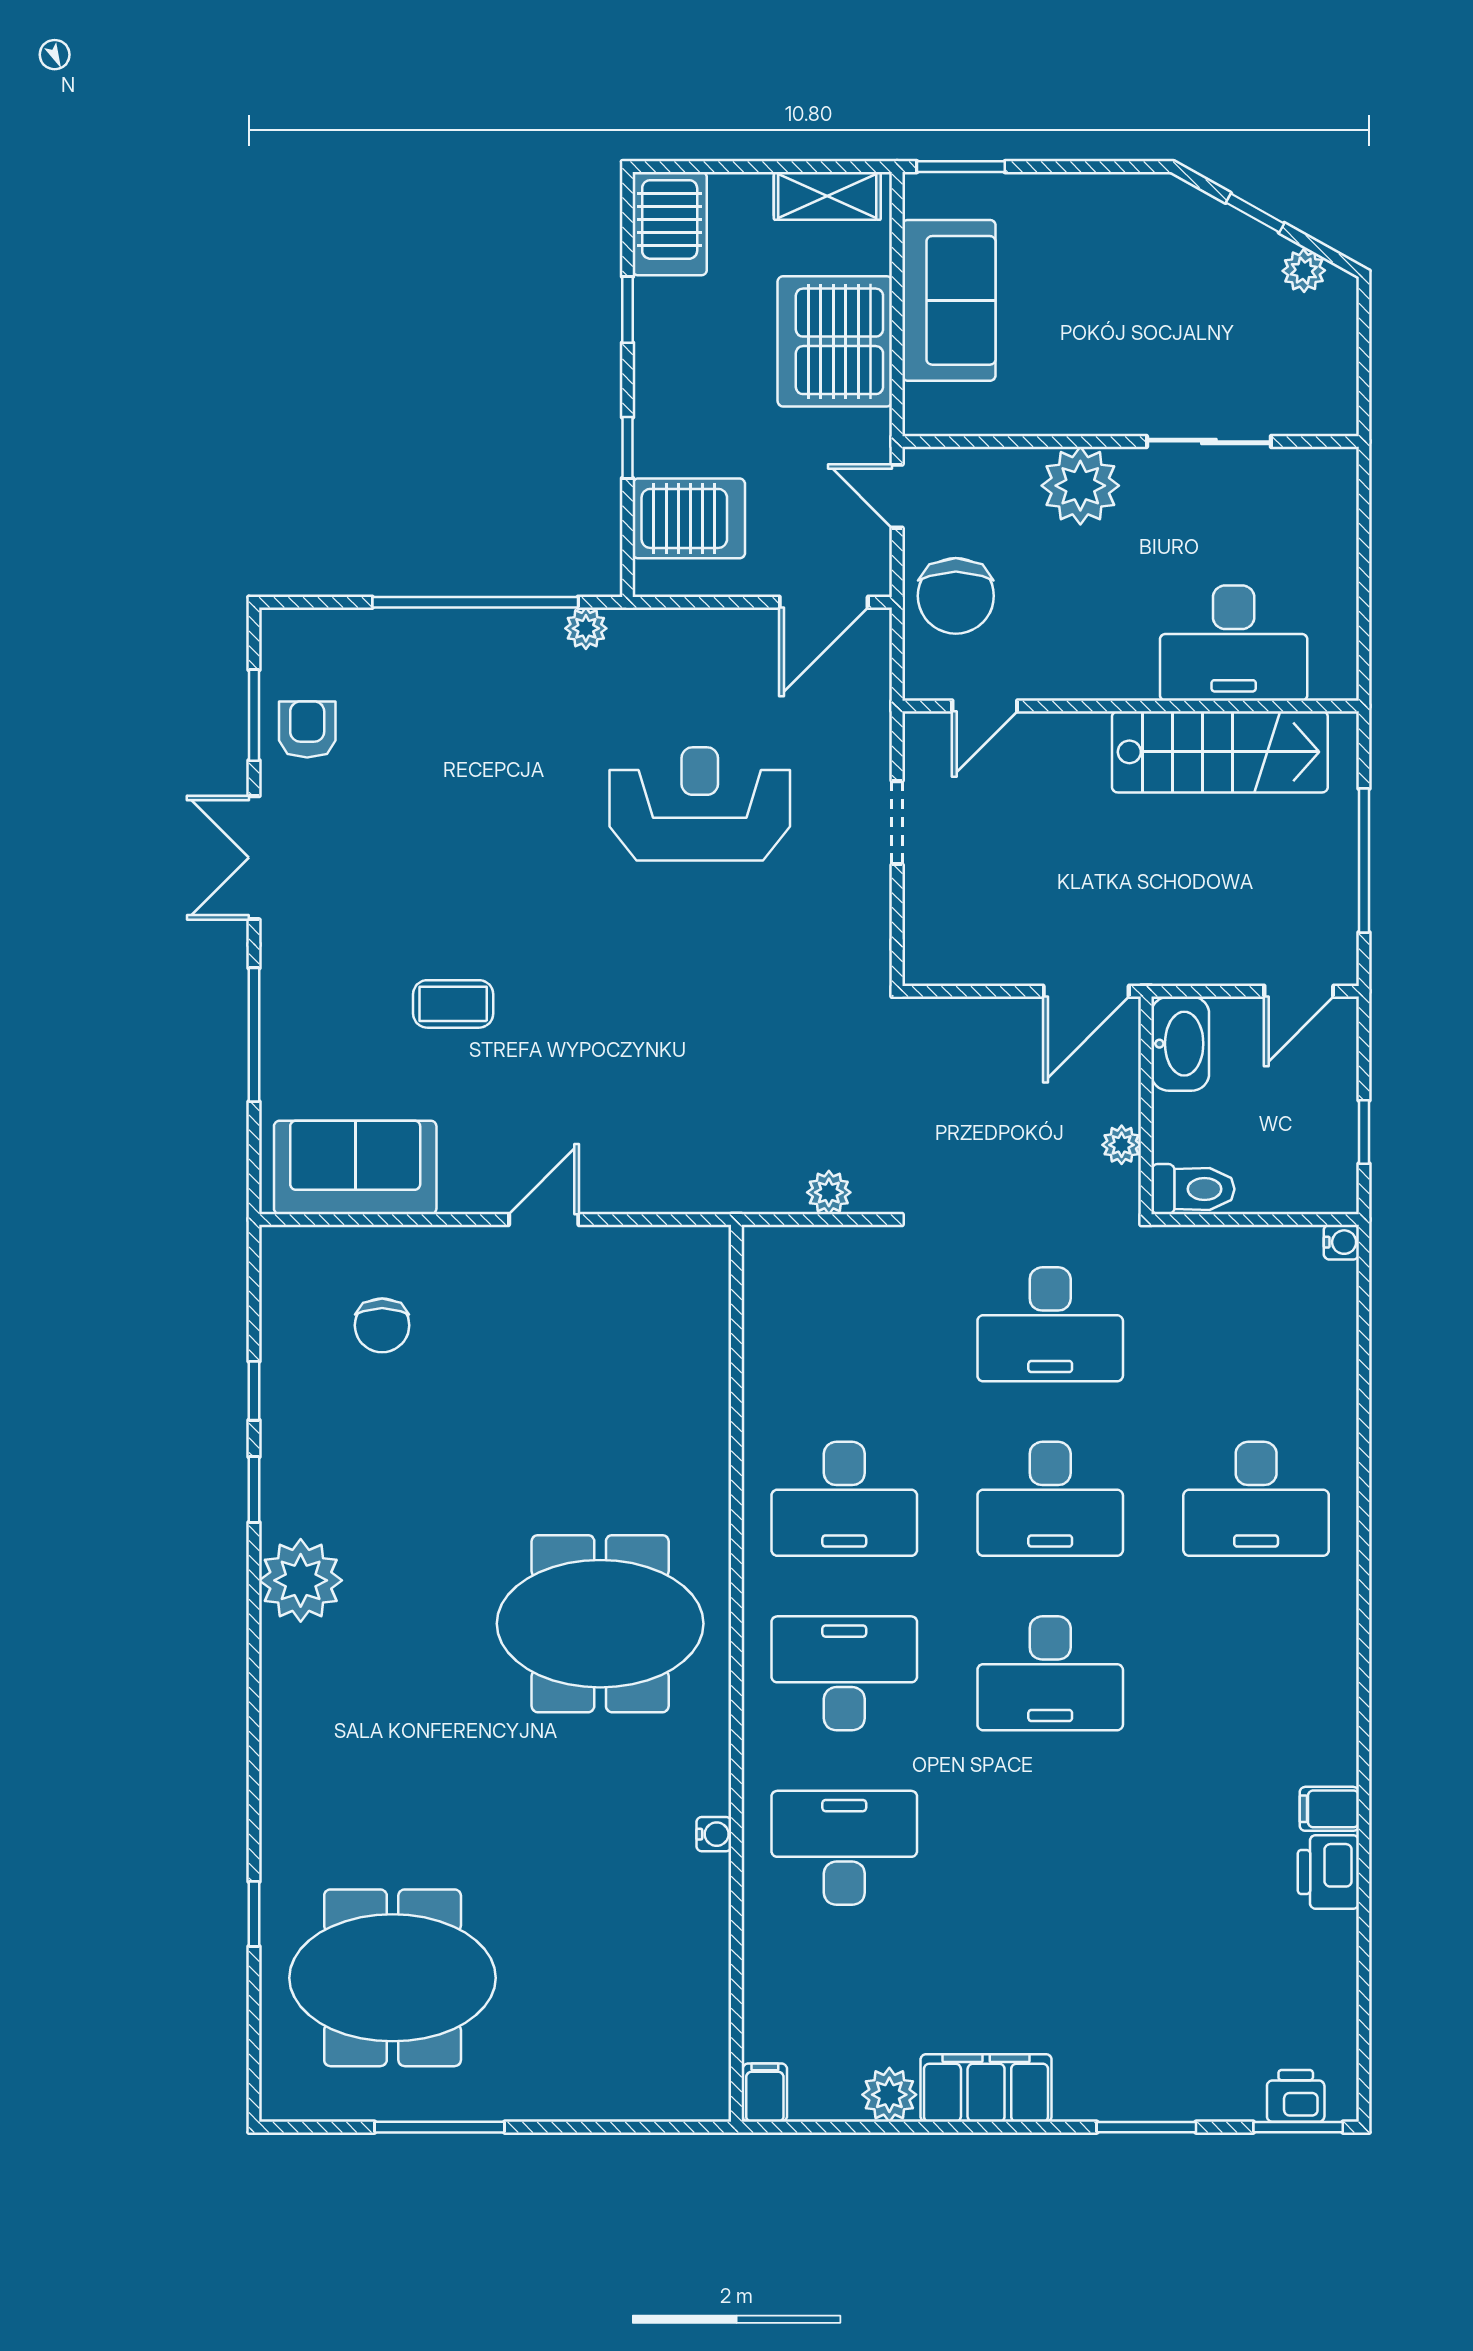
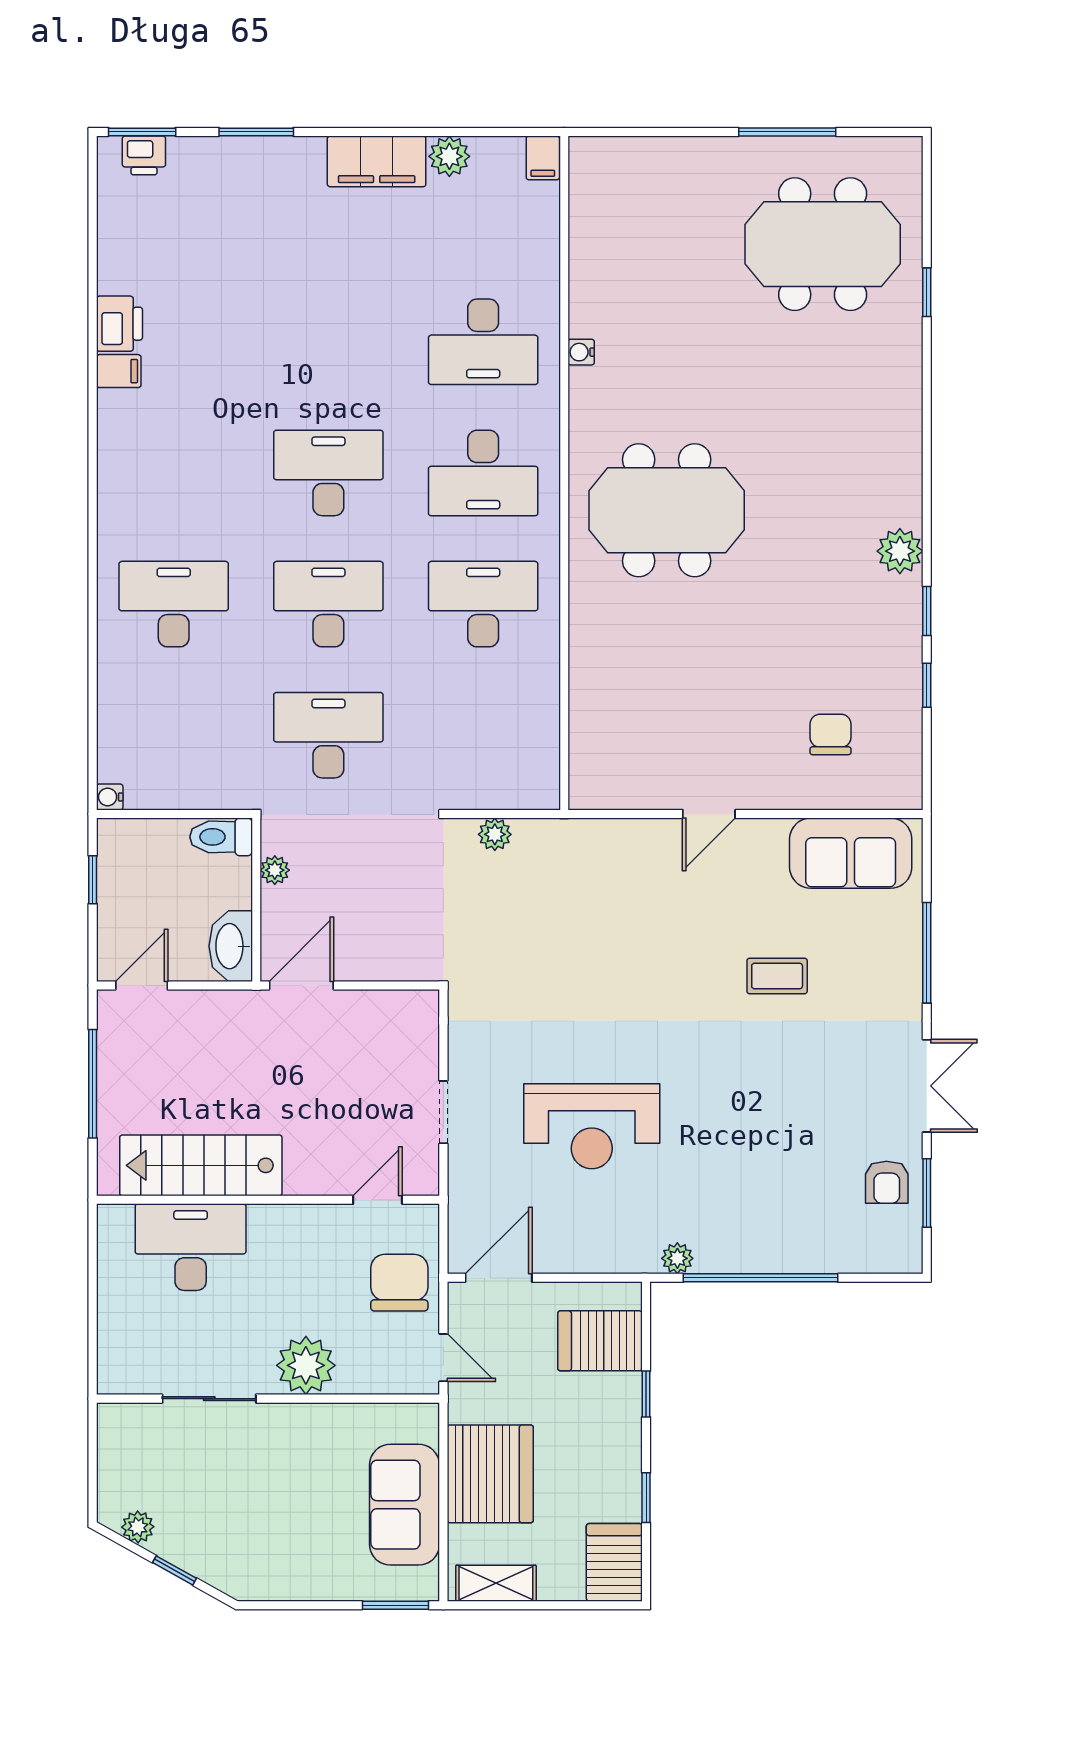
plant: (301, 1580) -> (900, 551), width x0.73, depth x0.73

